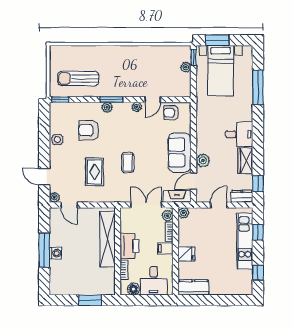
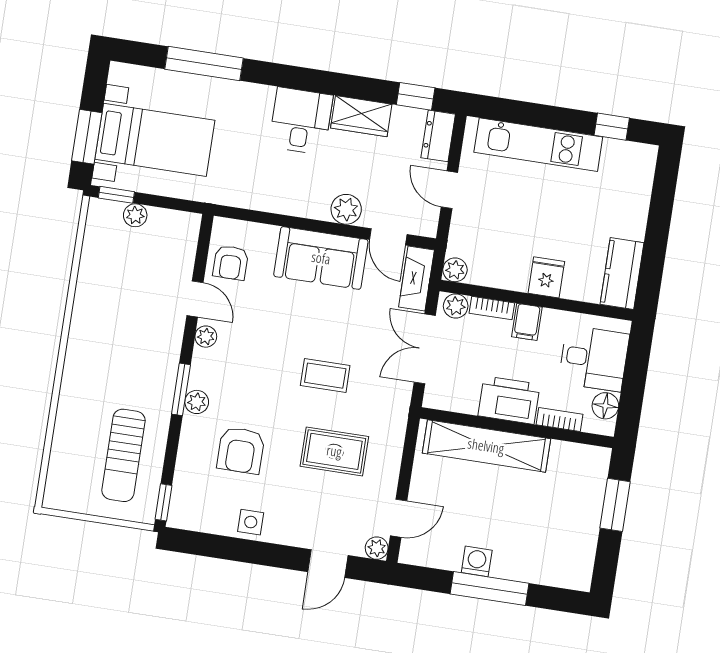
window: (258, 232) -> (523, 113), removed
washing machine: (55, 253) -> (477, 561), moved

